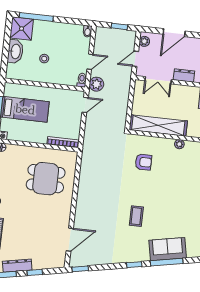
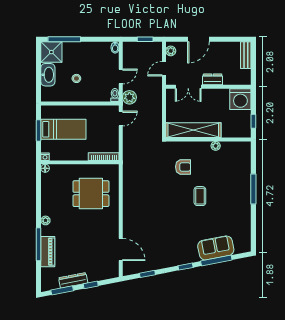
coffee table: (136, 216) -> (200, 196), moved
door: (70, 240) -> (121, 250), hinge flipped
window: (80, 269) -> (147, 274), moved

